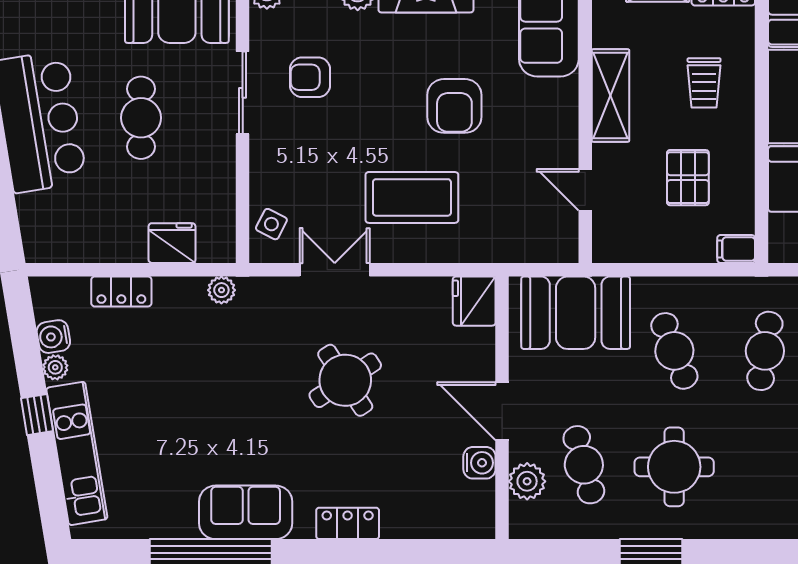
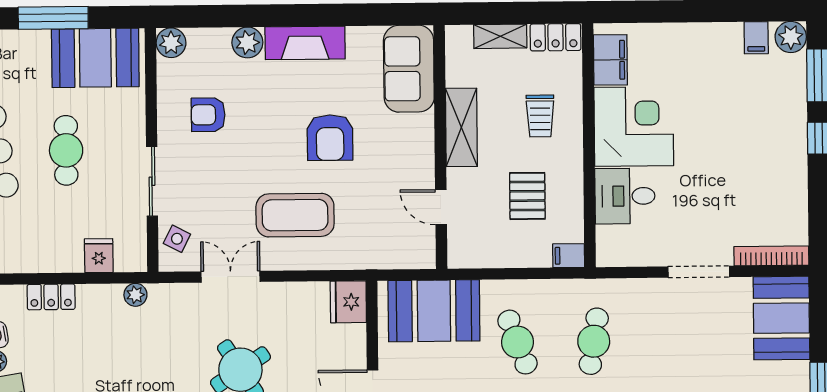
sliding door: (243, 93) -> (152, 181), moved
fridge: (172, 243) -> (99, 256), width x0.72

